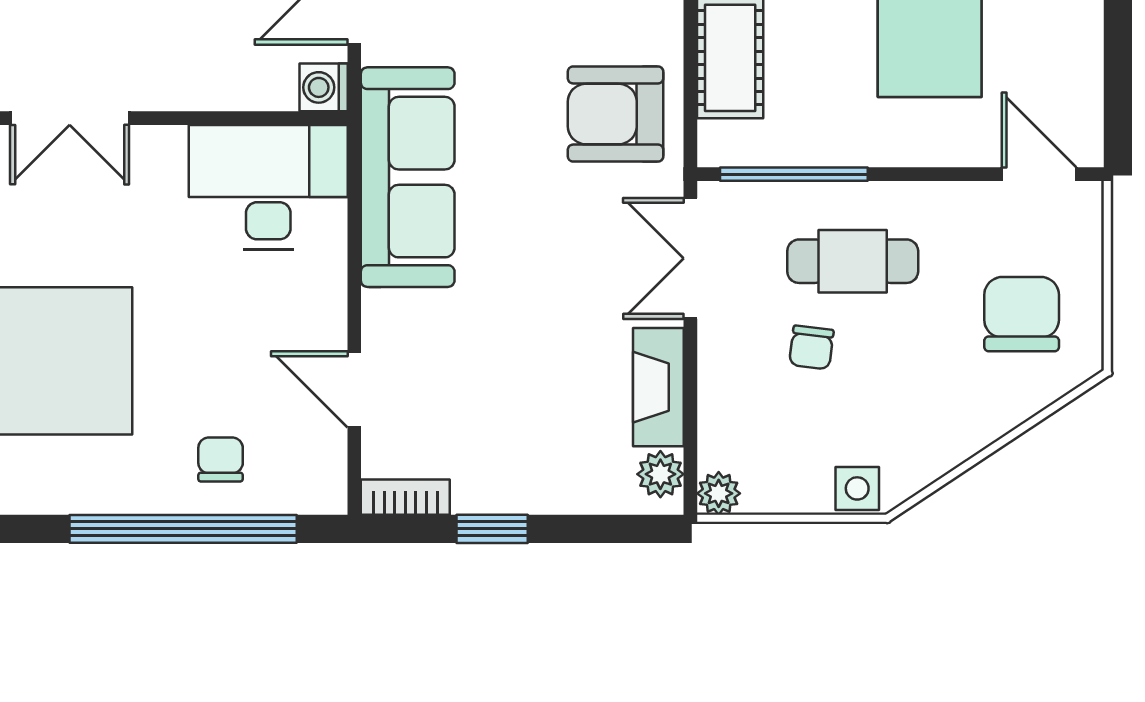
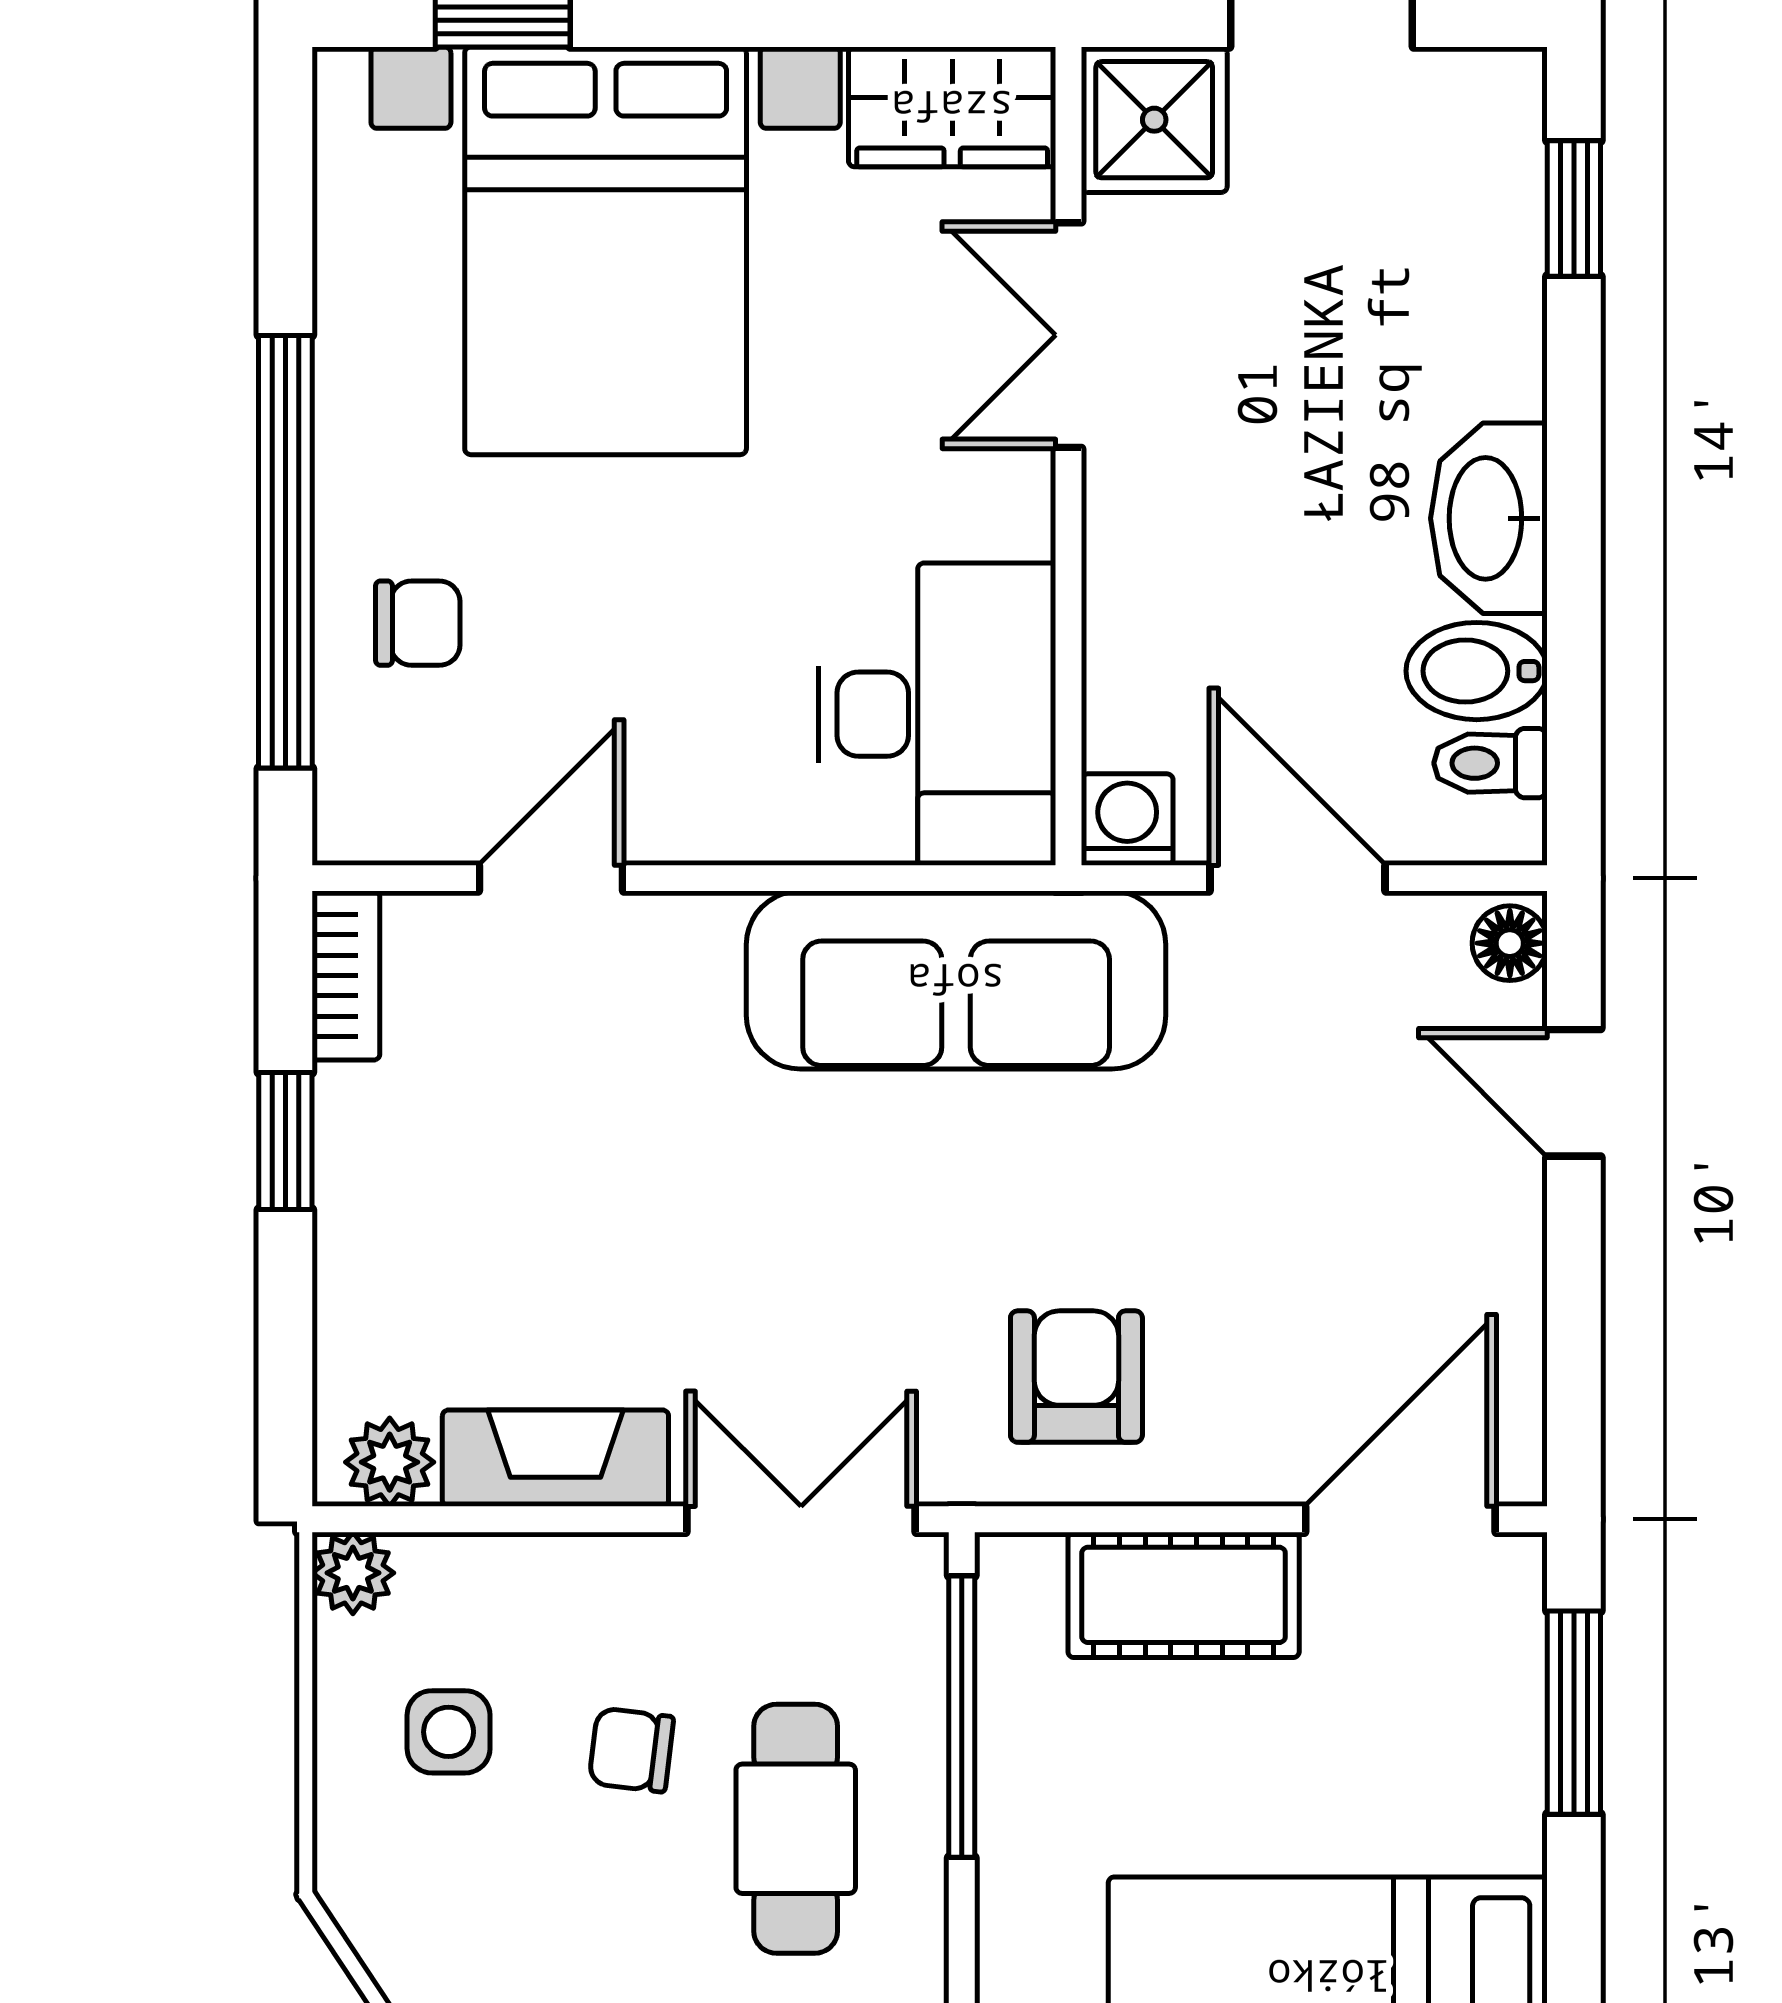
armchair: (616, 114) -> (1076, 1377), width x0.72, depth x0.72
side table: (857, 488) -> (449, 1732), moved

